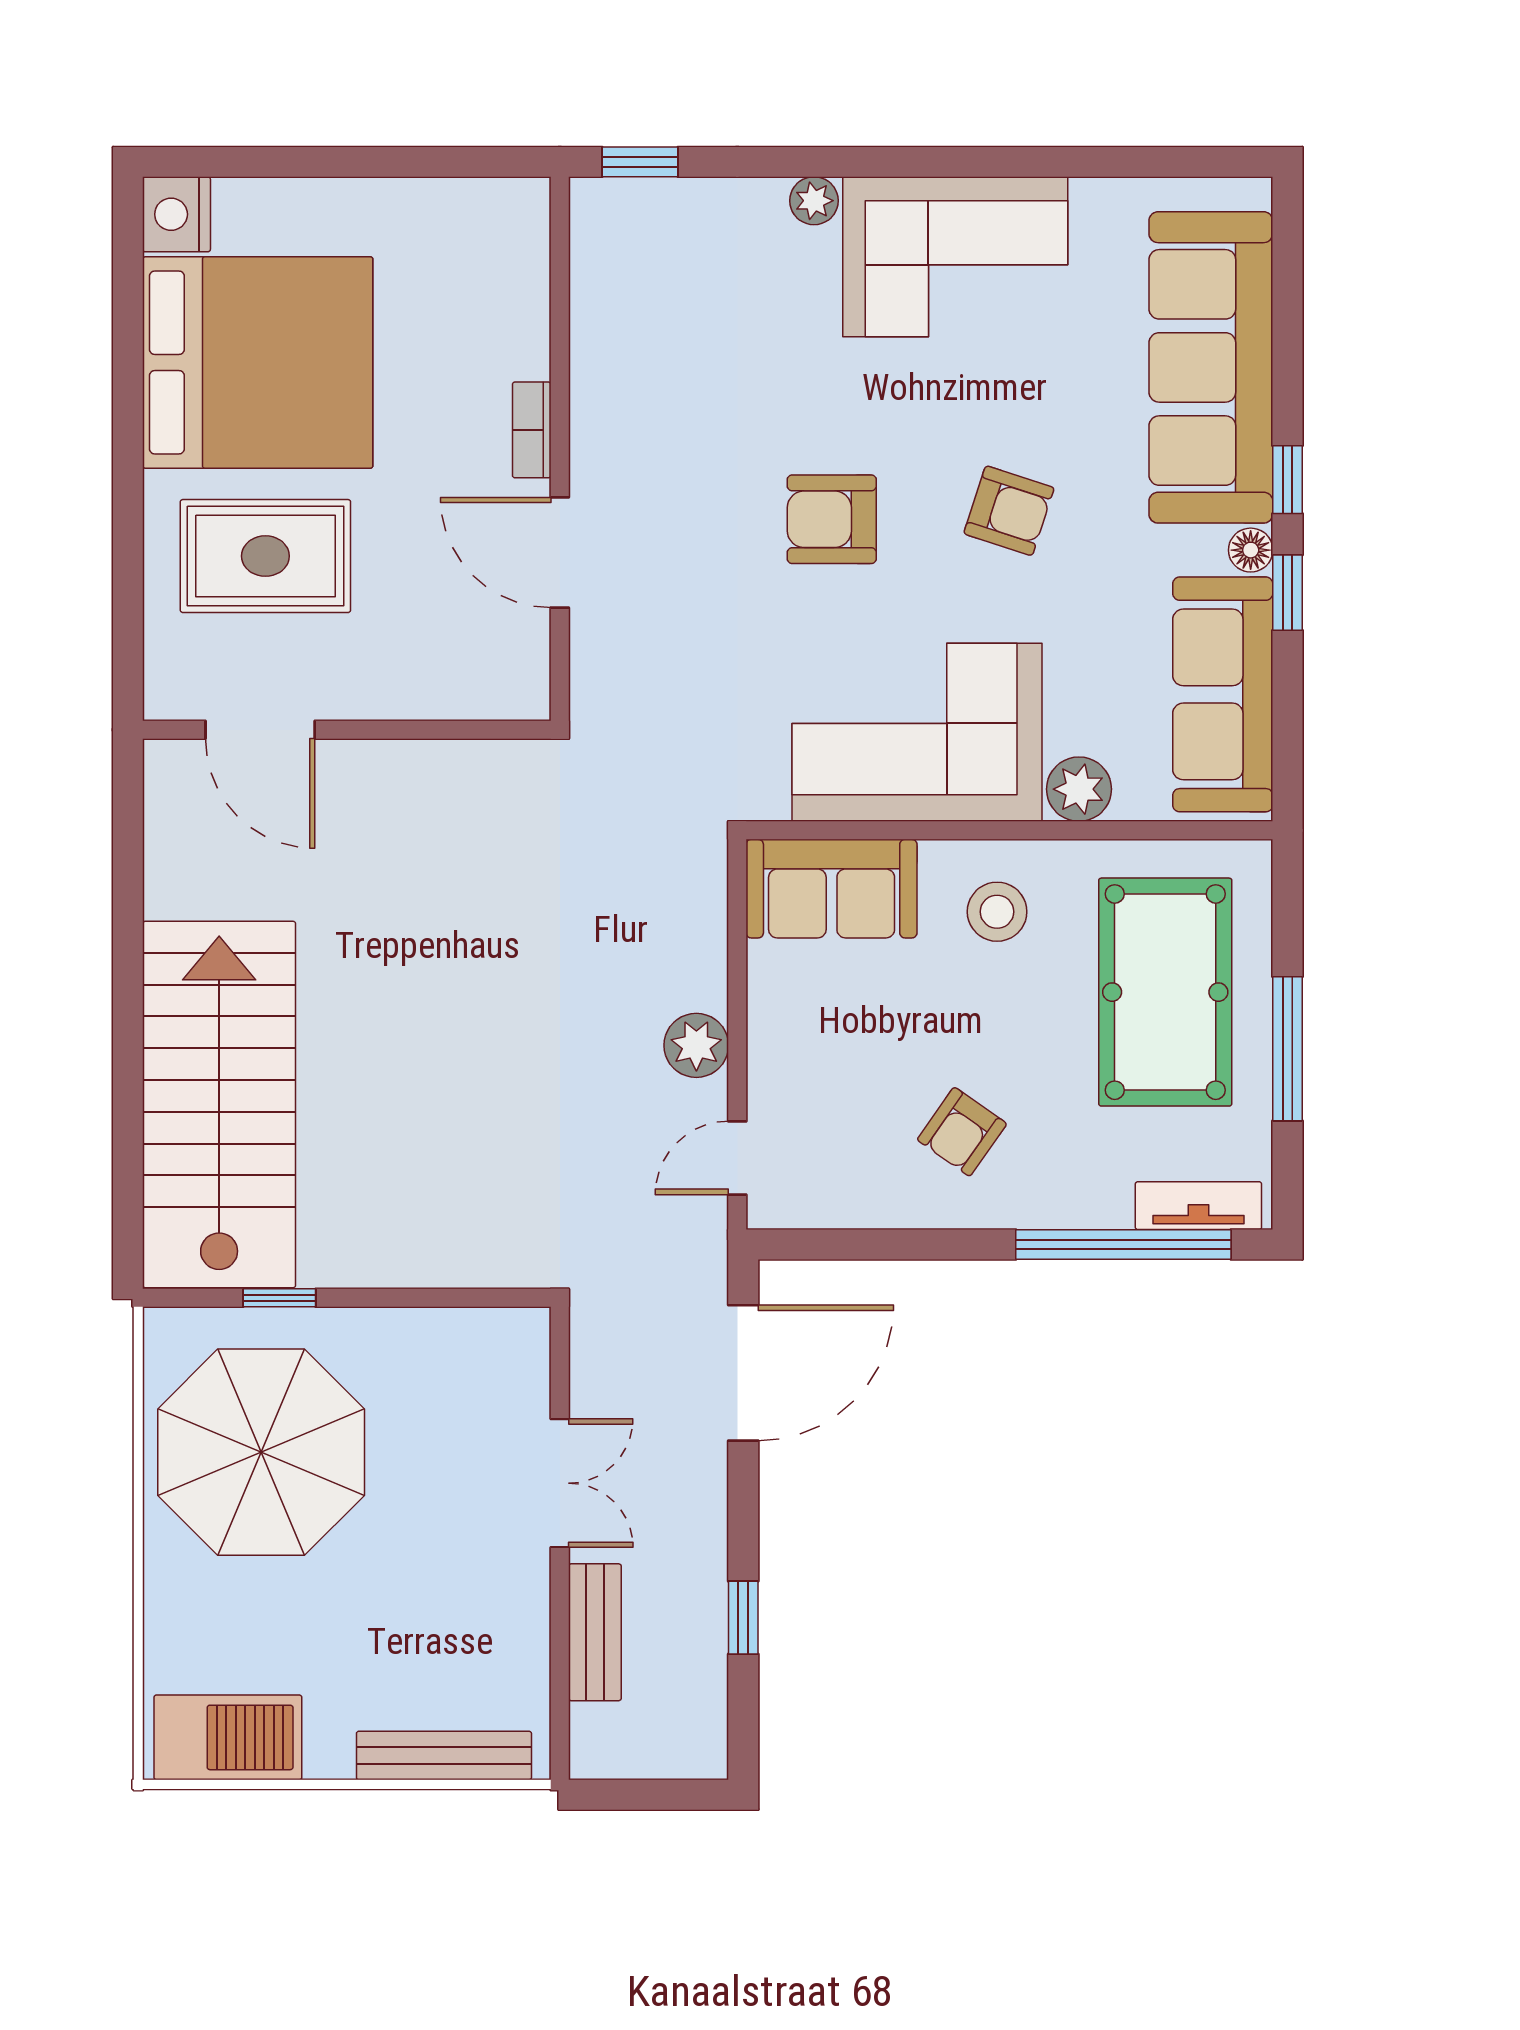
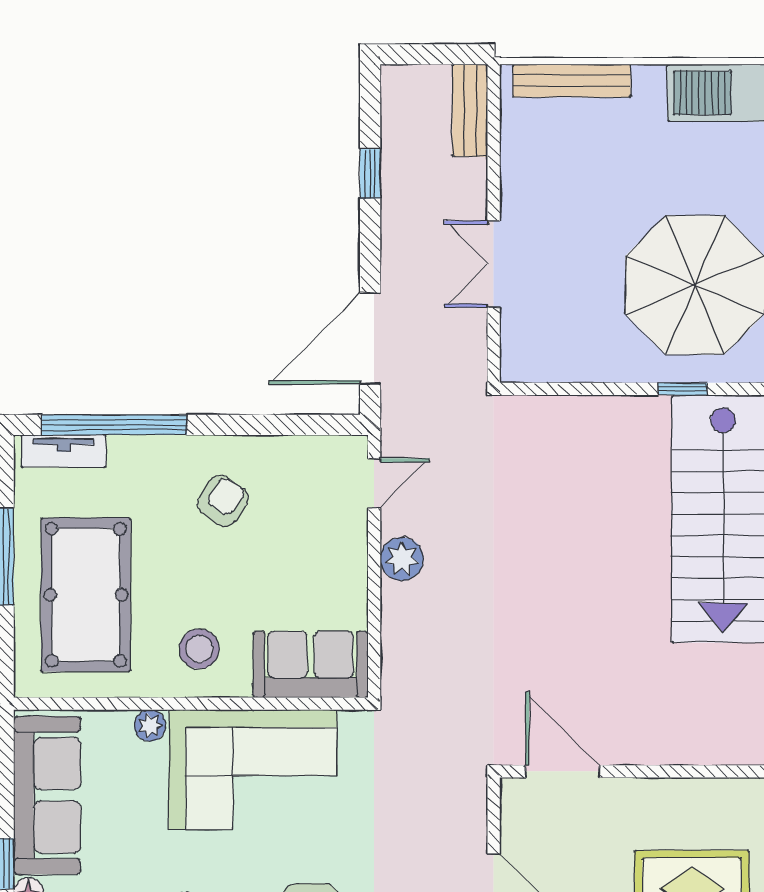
door: (260, 730) -> (562, 771), moved
plant: (1079, 789) -> (150, 726), width x0.73, depth x0.73
bench: (595, 1632) -> (470, 110), moved

